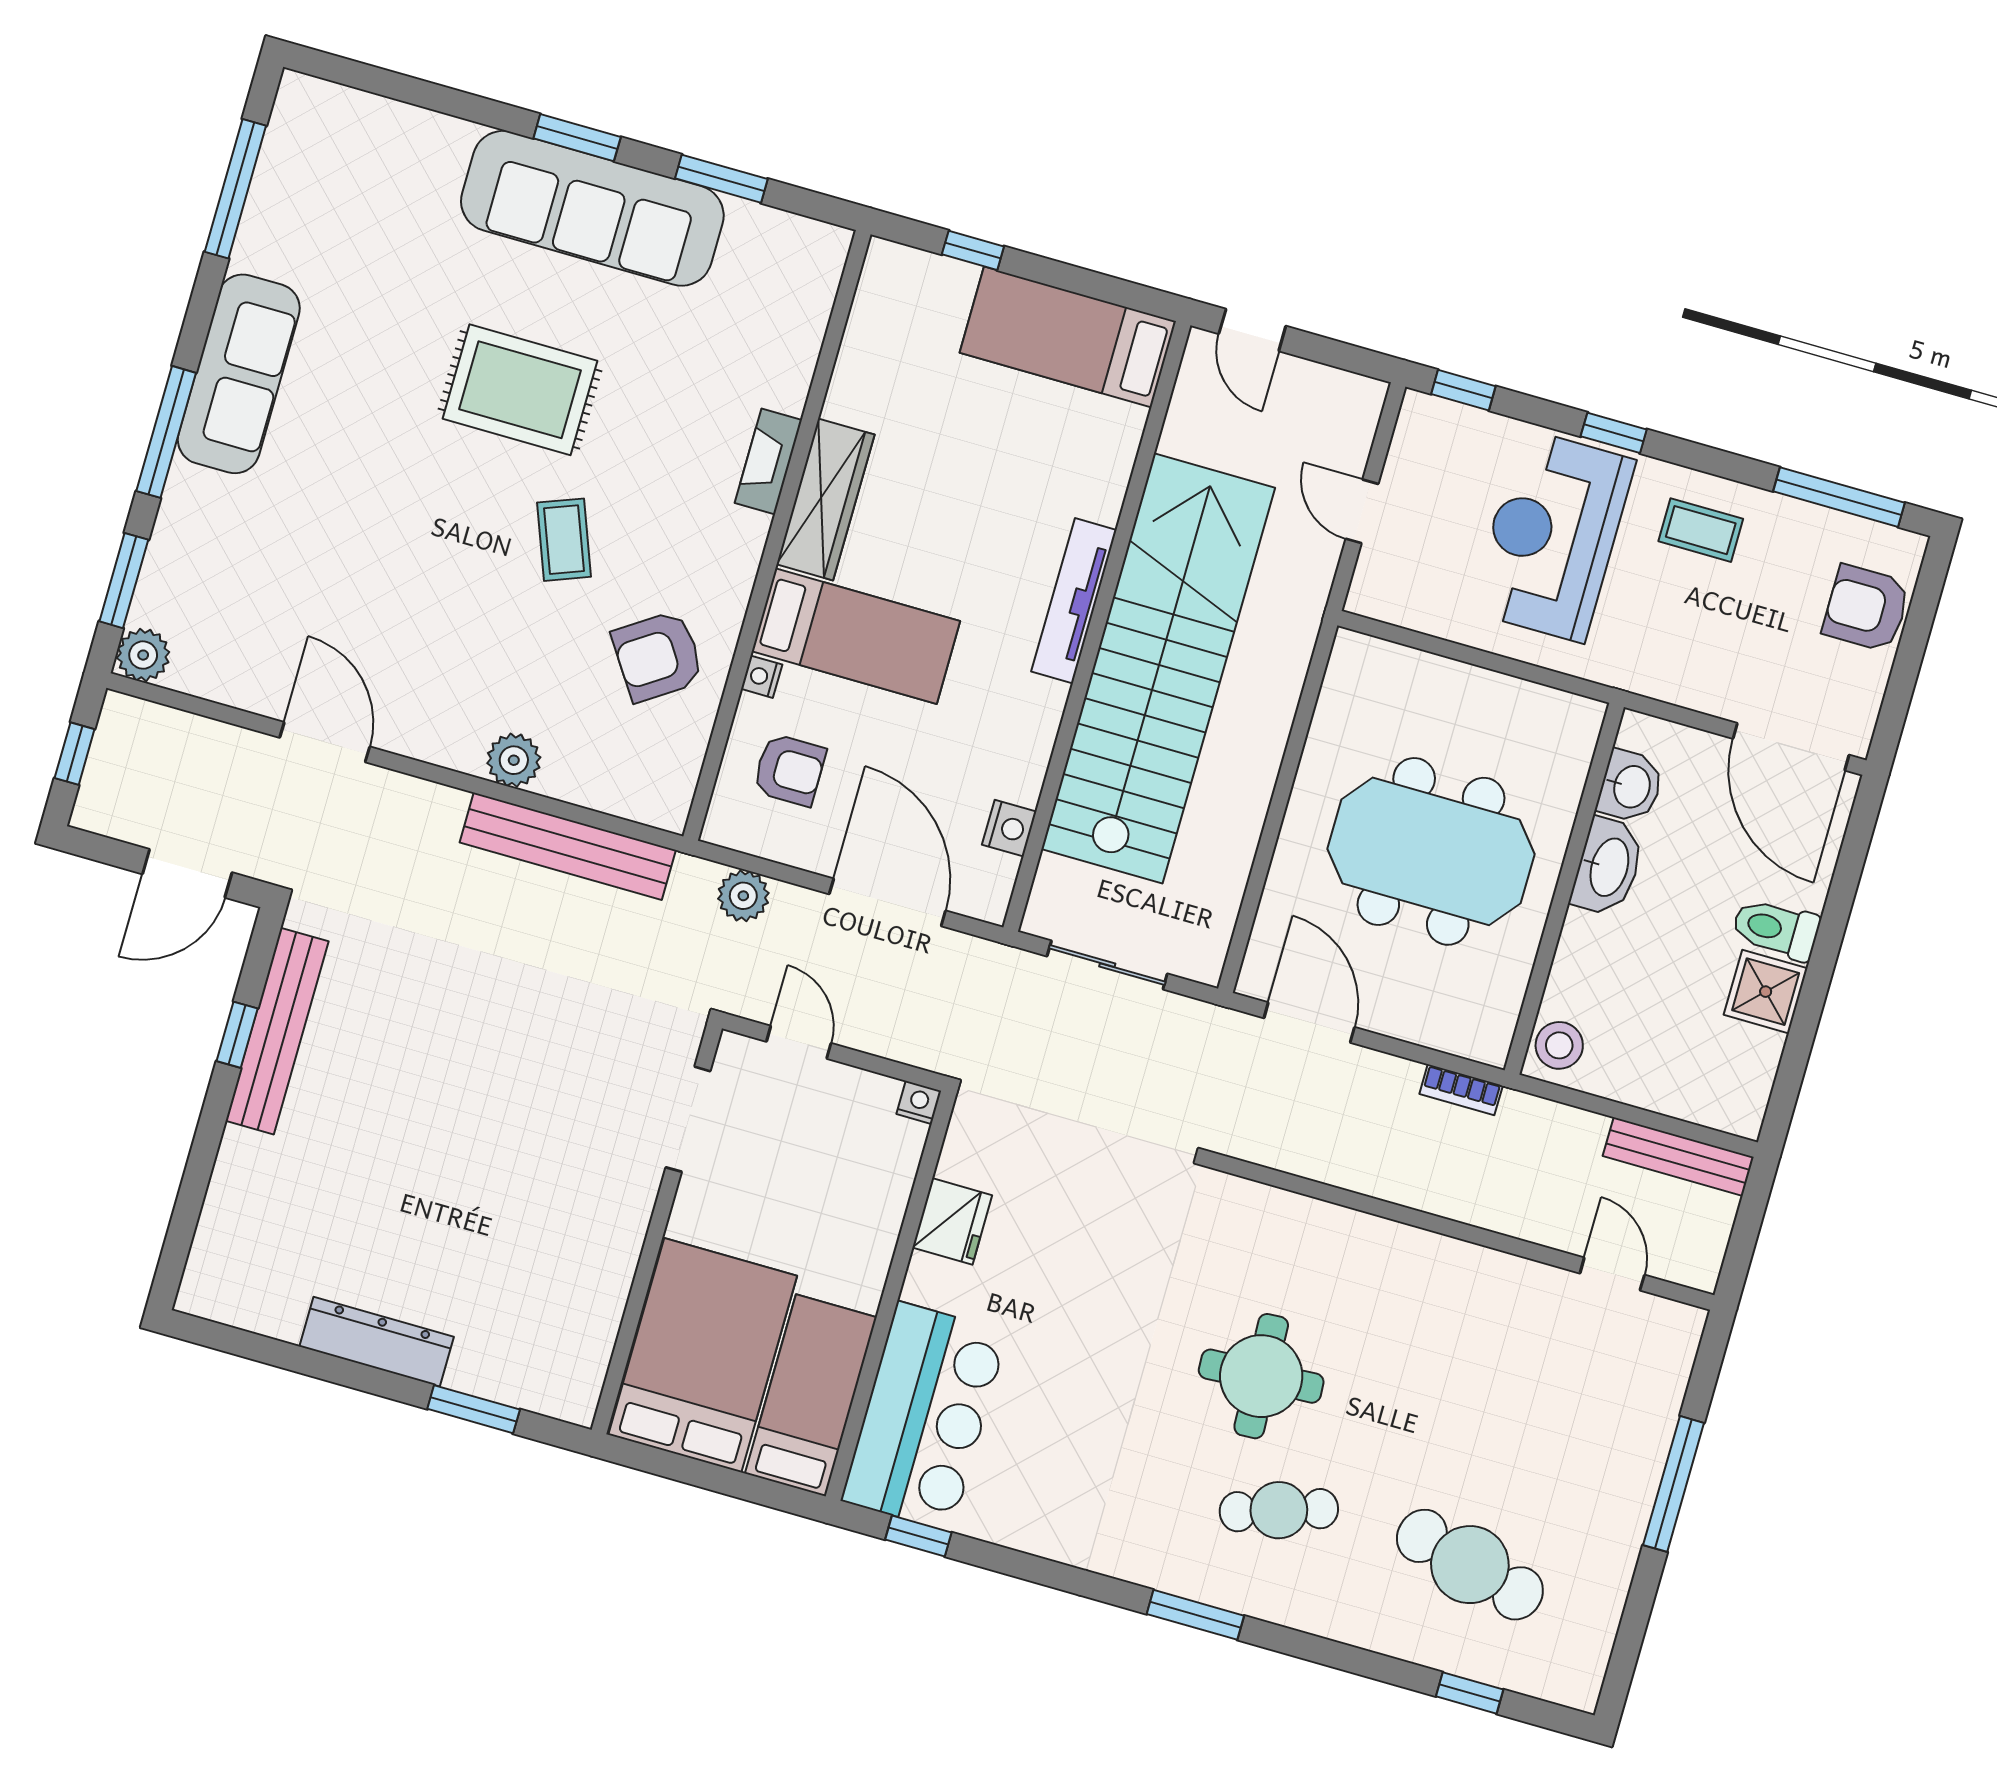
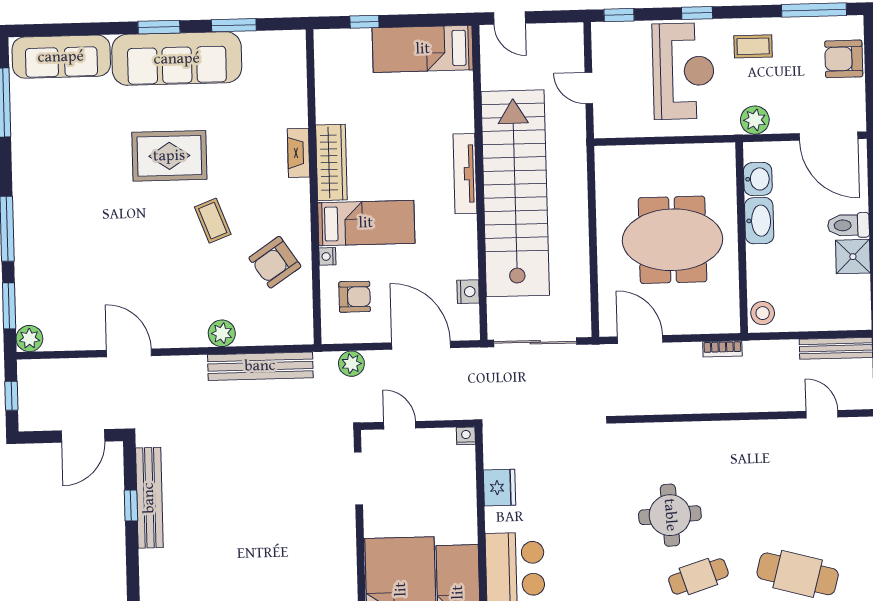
sofa: (239, 374) -> (61, 57), moved, turned 90
reception desk: (1552, 536) -> (683, 71), turned 180
plant: (1660, 672) -> (755, 120), added
sliding door: (1107, 965) -> (535, 342), width x1.37

